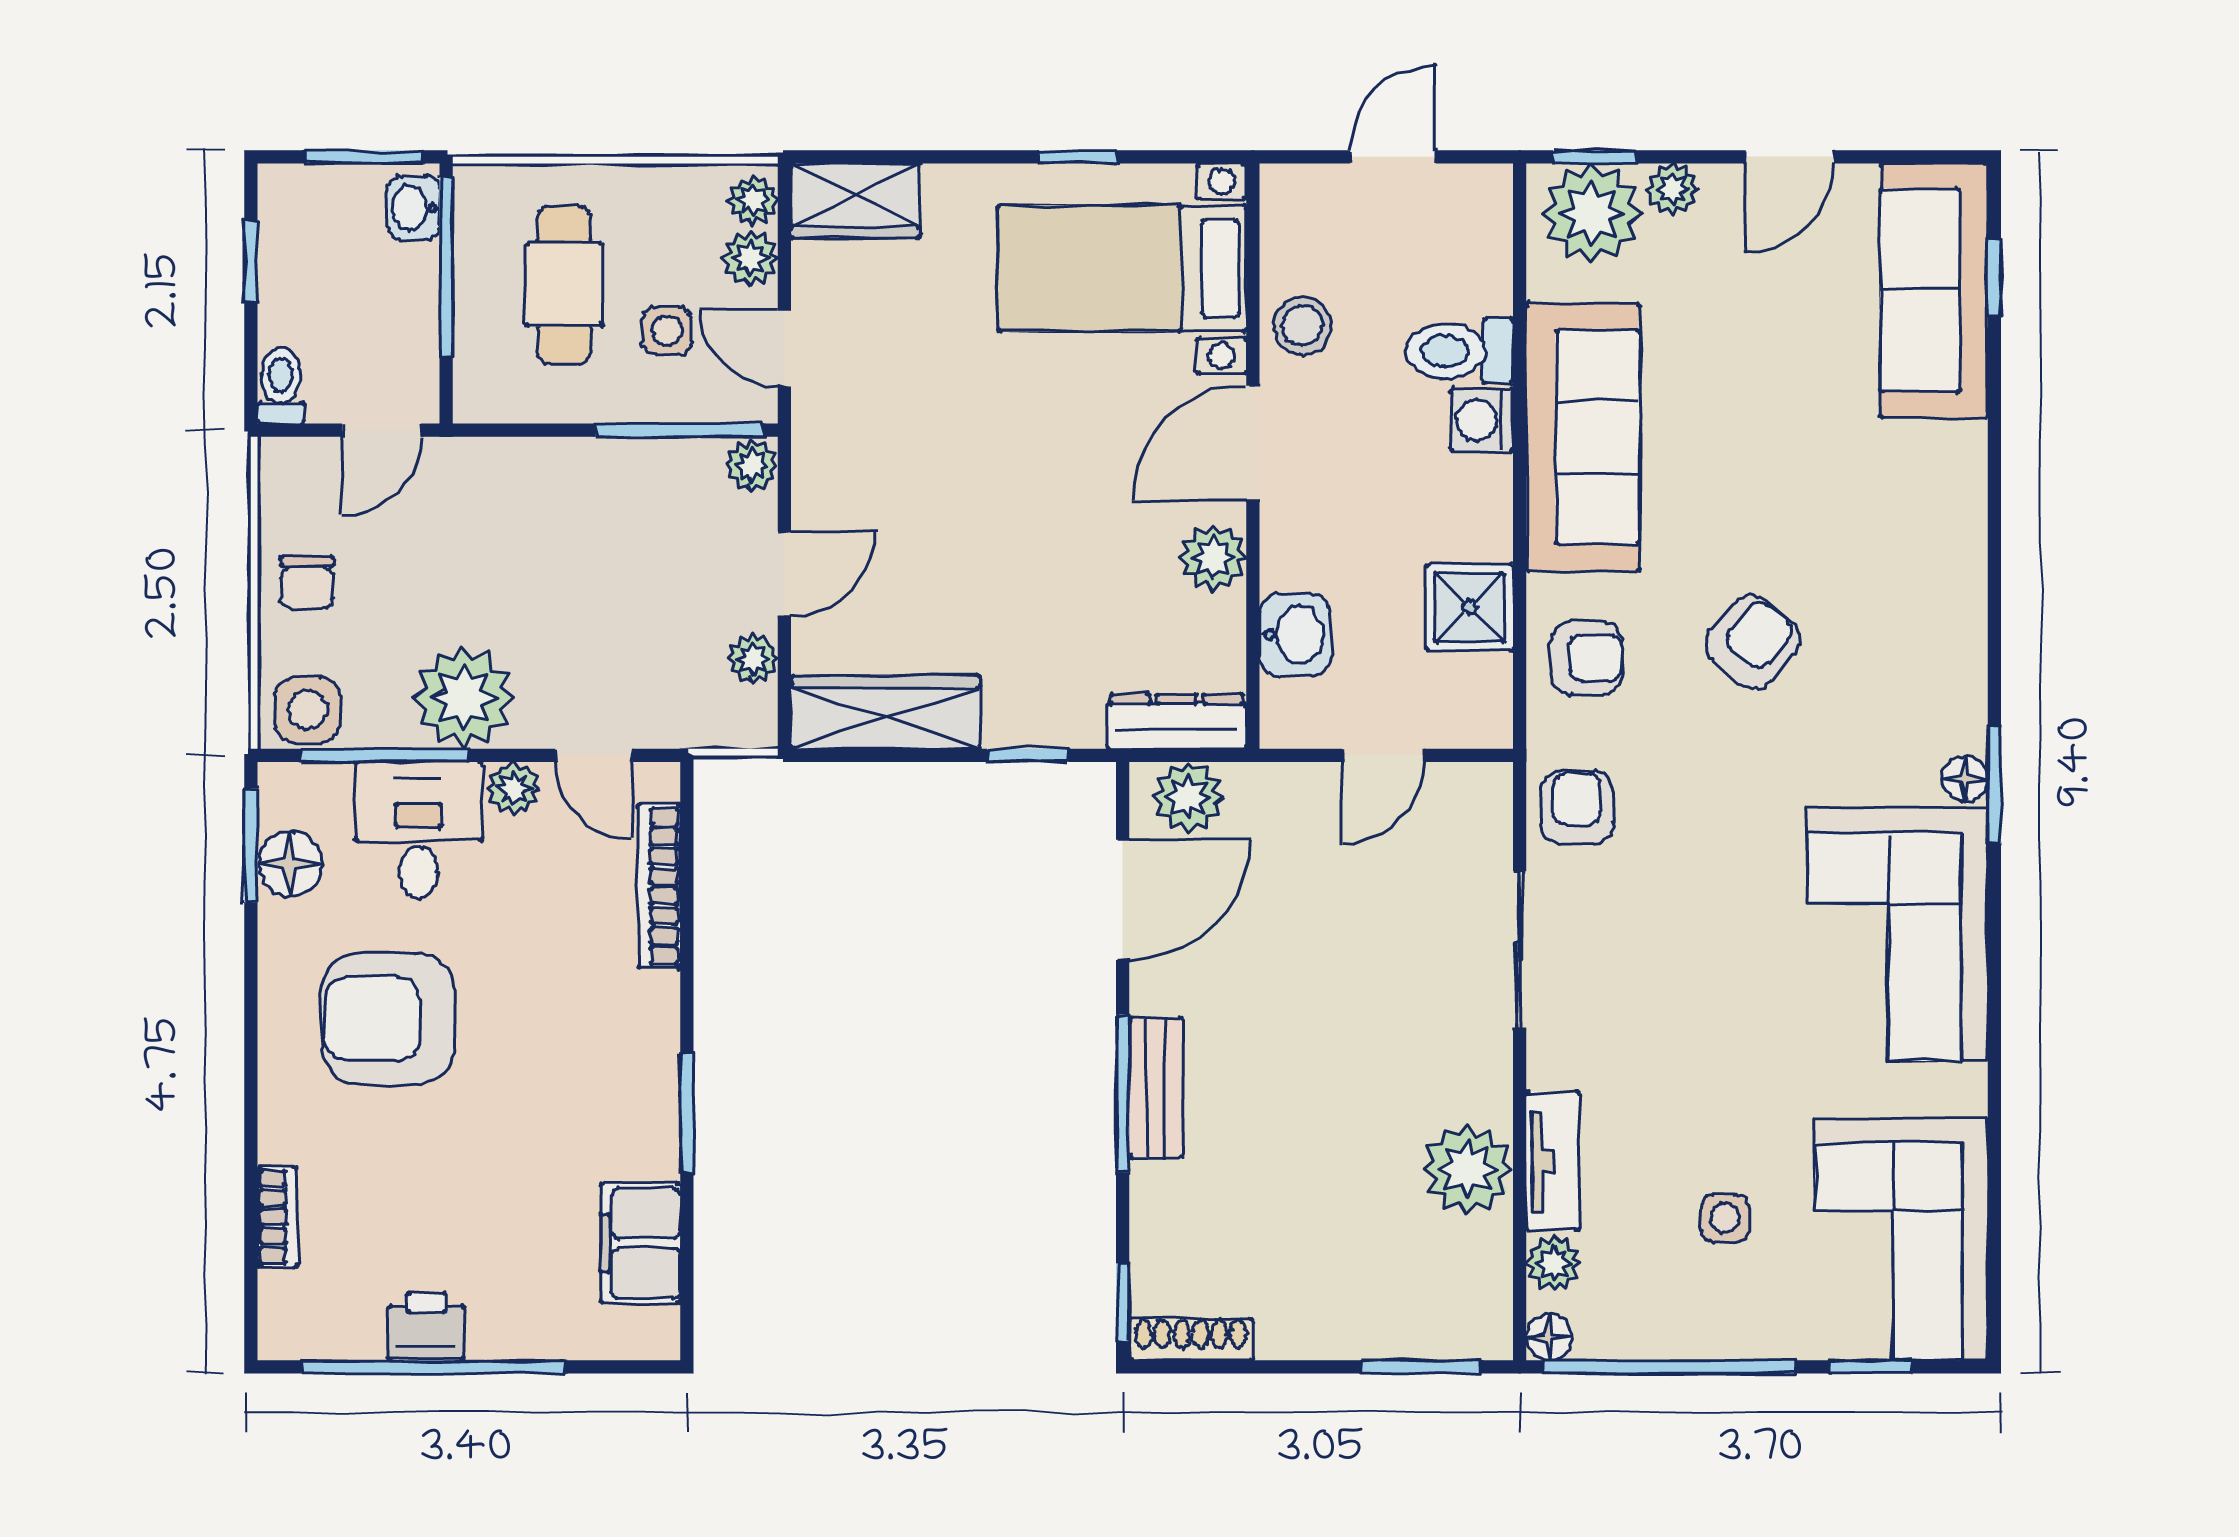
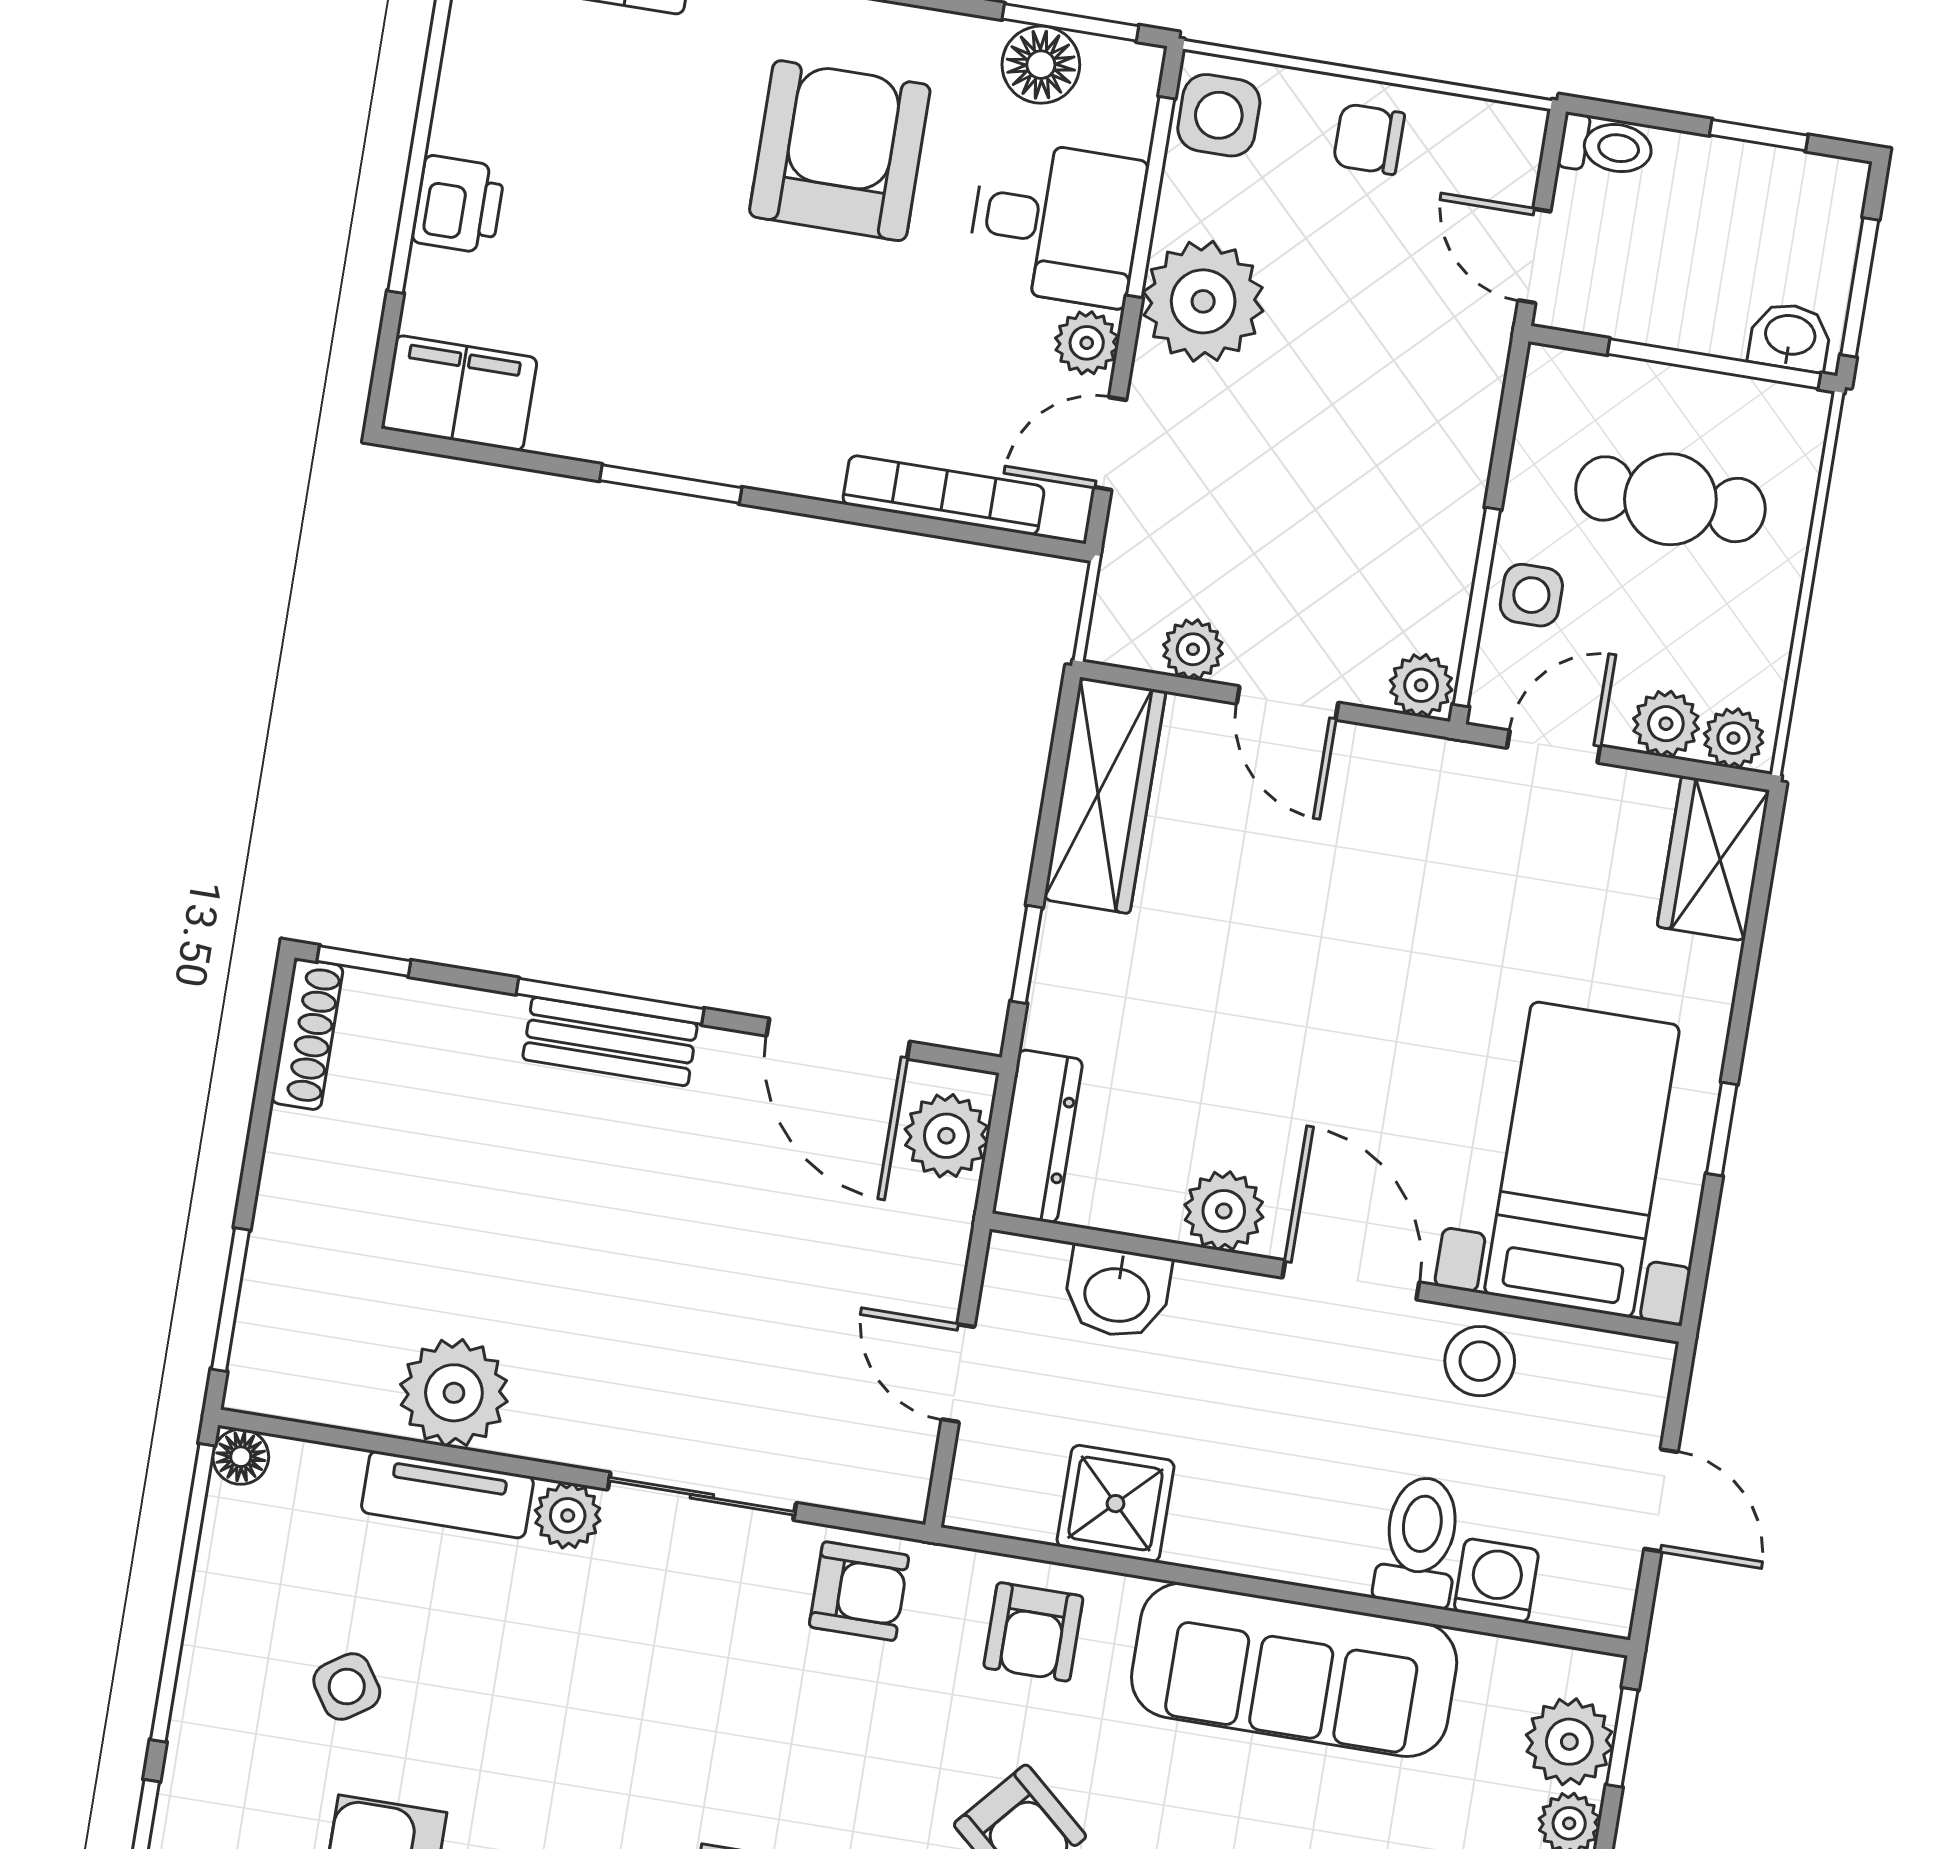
plant: (1592, 213) -> (1569, 1742), width x0.73, depth x0.73
side table: (667, 331) -> (1531, 595), moved
washing machine: (1482, 420) -> (1496, 1581), moved
side table: (1725, 1218) -> (347, 1687), turned -34
filing cabinet: (640, 1243) -> (459, 393), moved
plant: (1554, 1263) -> (568, 1516), moved
printer: (426, 1326) -> (459, 205), moved

